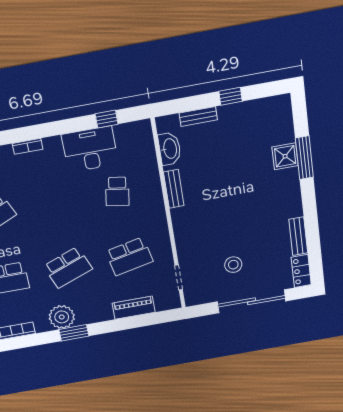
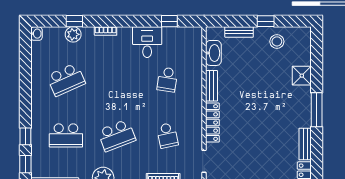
desk: (90, 149) -> (147, 42), width x0.73
window: (304, 158) -> (317, 110), moved
locker: (182, 232) -> (212, 123), added
school desk: (129, 256) -> (167, 135), width x0.54
stool: (233, 265) -> (277, 41), moved

